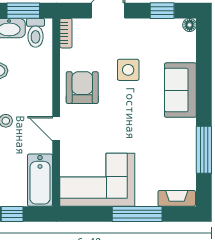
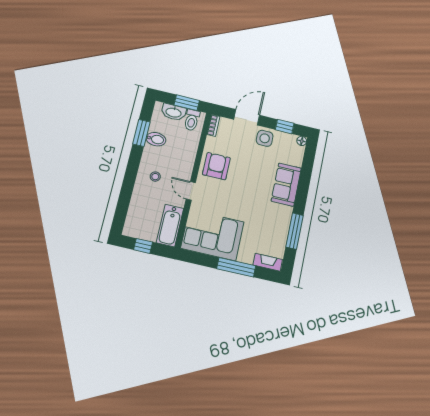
side table: (128, 70) -> (265, 138), moved

